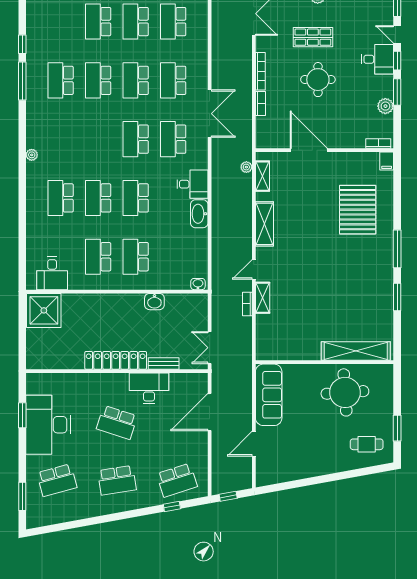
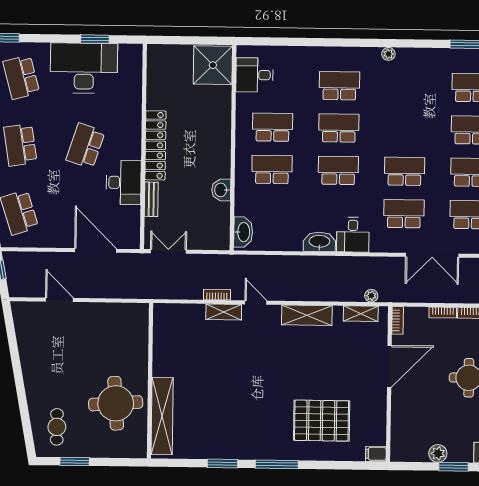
bookcase: (378, 143) -> (398, 320), moved
washbasin: (198, 284) -> (243, 232), width x1.91, depth x1.45
sofa: (269, 395) -> (114, 317), removed

